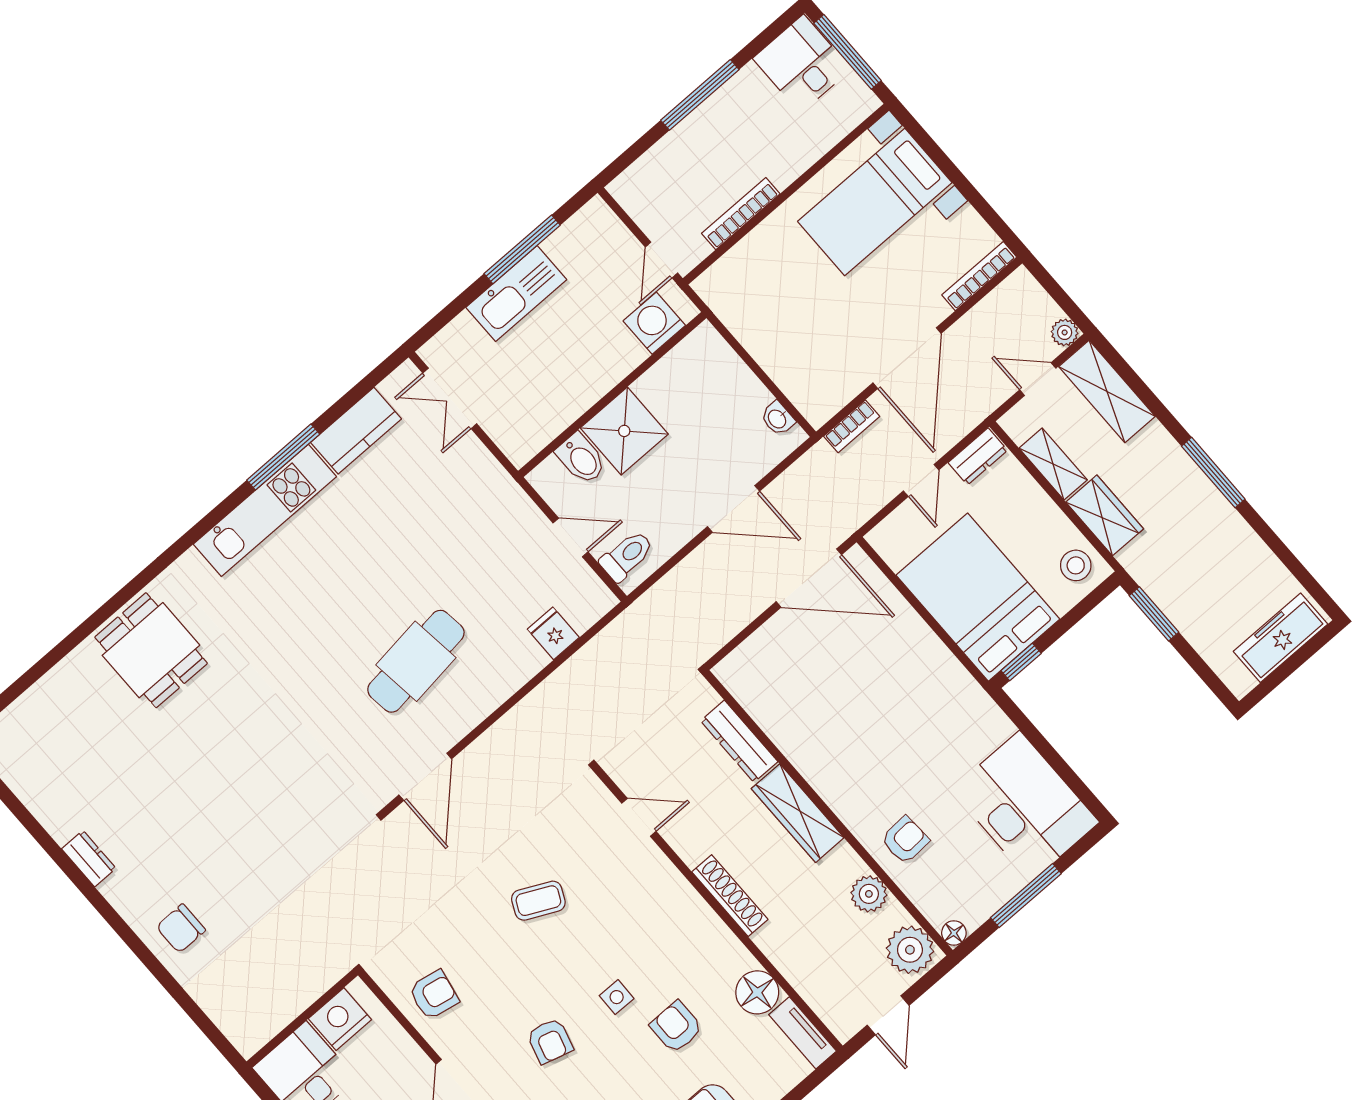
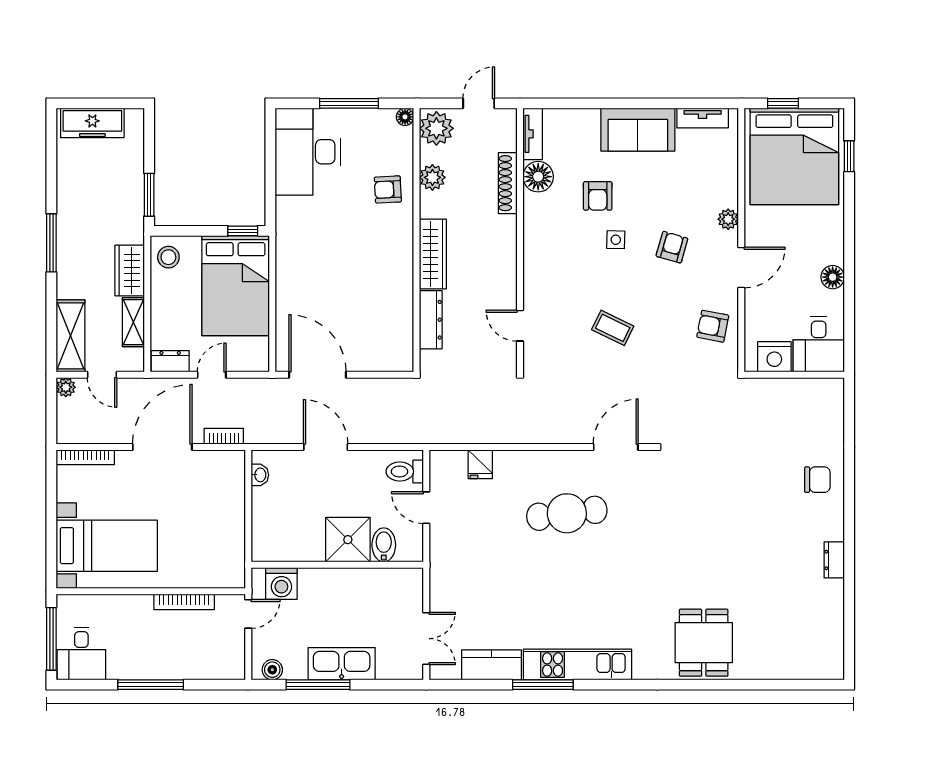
boiler: (584, 223) -> (272, 670), added
shoe rack: (730, 896) -> (508, 183), moved

